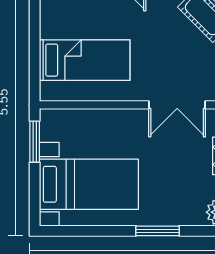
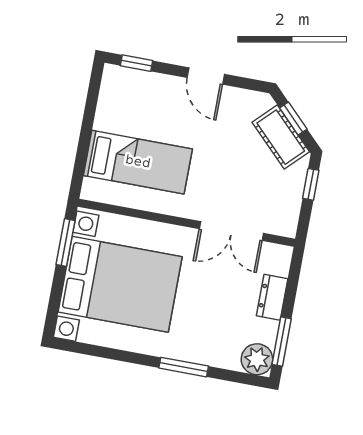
bed with nightstands: (89, 184) -> (120, 284), width x1.36

